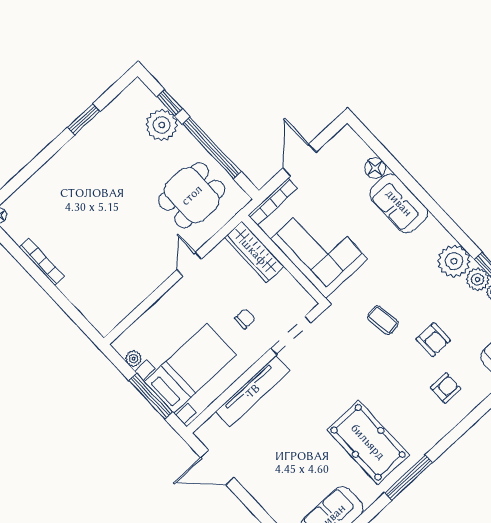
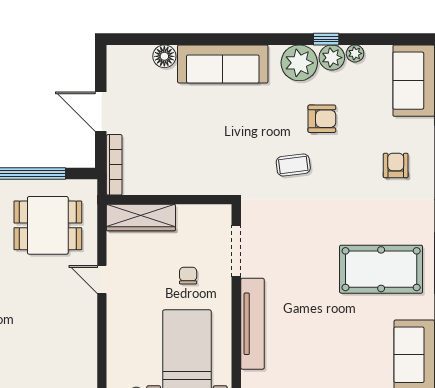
dining table: (192, 195) -> (48, 225), turned 90
sofa: (399, 203) -> (223, 64), width x1.36
corner sofa: (319, 249) -> (188, 163), removed
armchair: (433, 340) -> (322, 119), moved

